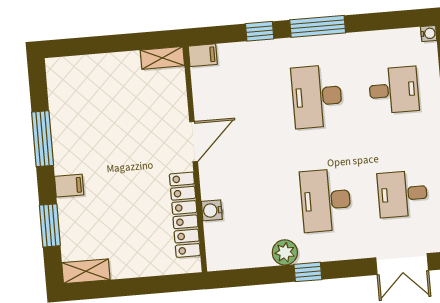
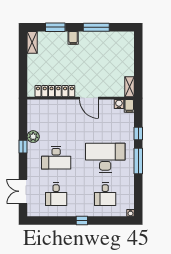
desk: (317, 97) -> (105, 158), width x1.36, depth x1.30
desk: (403, 194) -> (56, 194), turned 180
desk: (326, 200) -> (56, 158), turned 180
water cooler: (212, 210) -> (119, 104), moved

